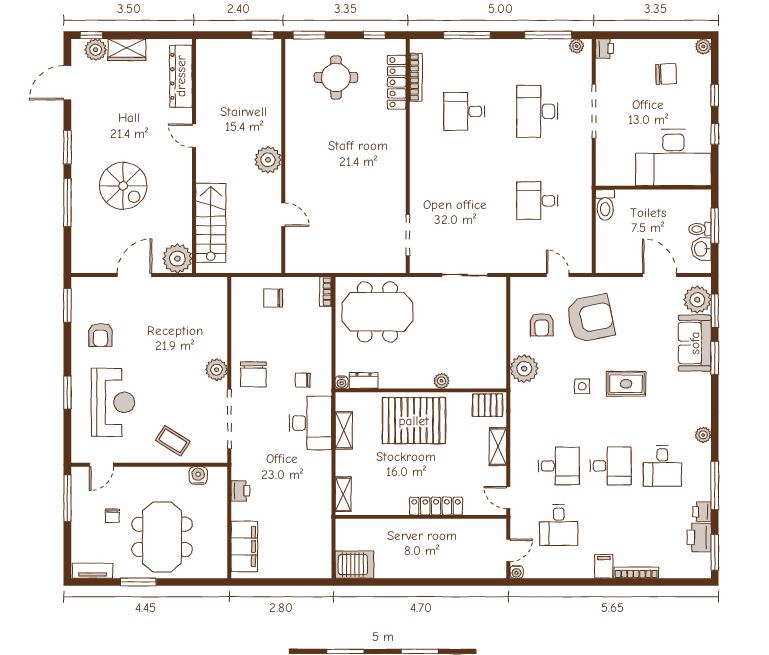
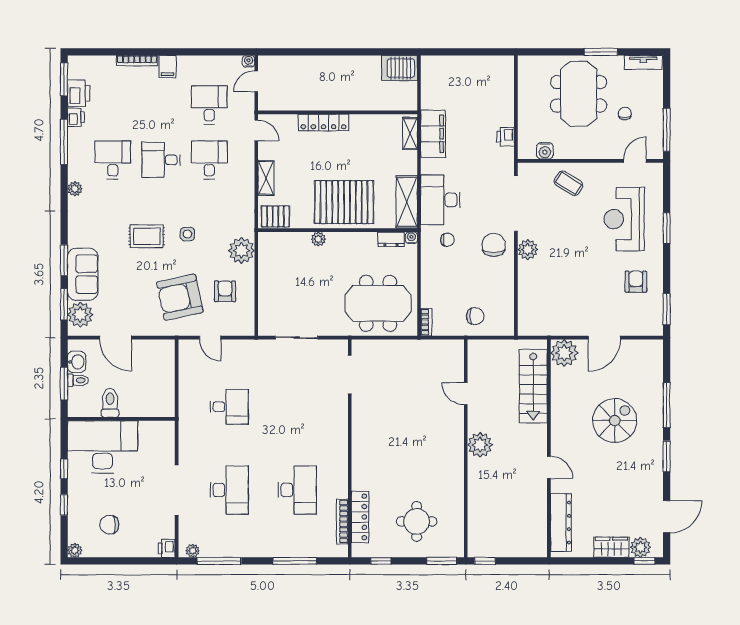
desk: (464, 111) -> (297, 490), width x1.37
spiral stairs: (123, 186) -> (615, 421), turned 90
toilet: (605, 205) -> (110, 403), moved
shelving: (344, 430) -> (407, 202), width x1.50, depth x1.33
desk: (559, 466) -> (209, 160), turned 90
filing cabinet: (244, 546) -> (433, 134), moved, turned 180

